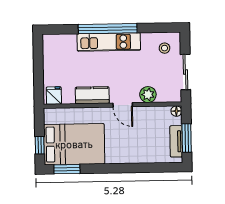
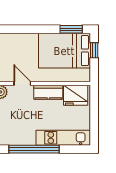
kitchen unit: (109, 42) -> (63, 138), moved
fridge: (54, 96) -> (76, 95), width x1.88, depth x1.34

